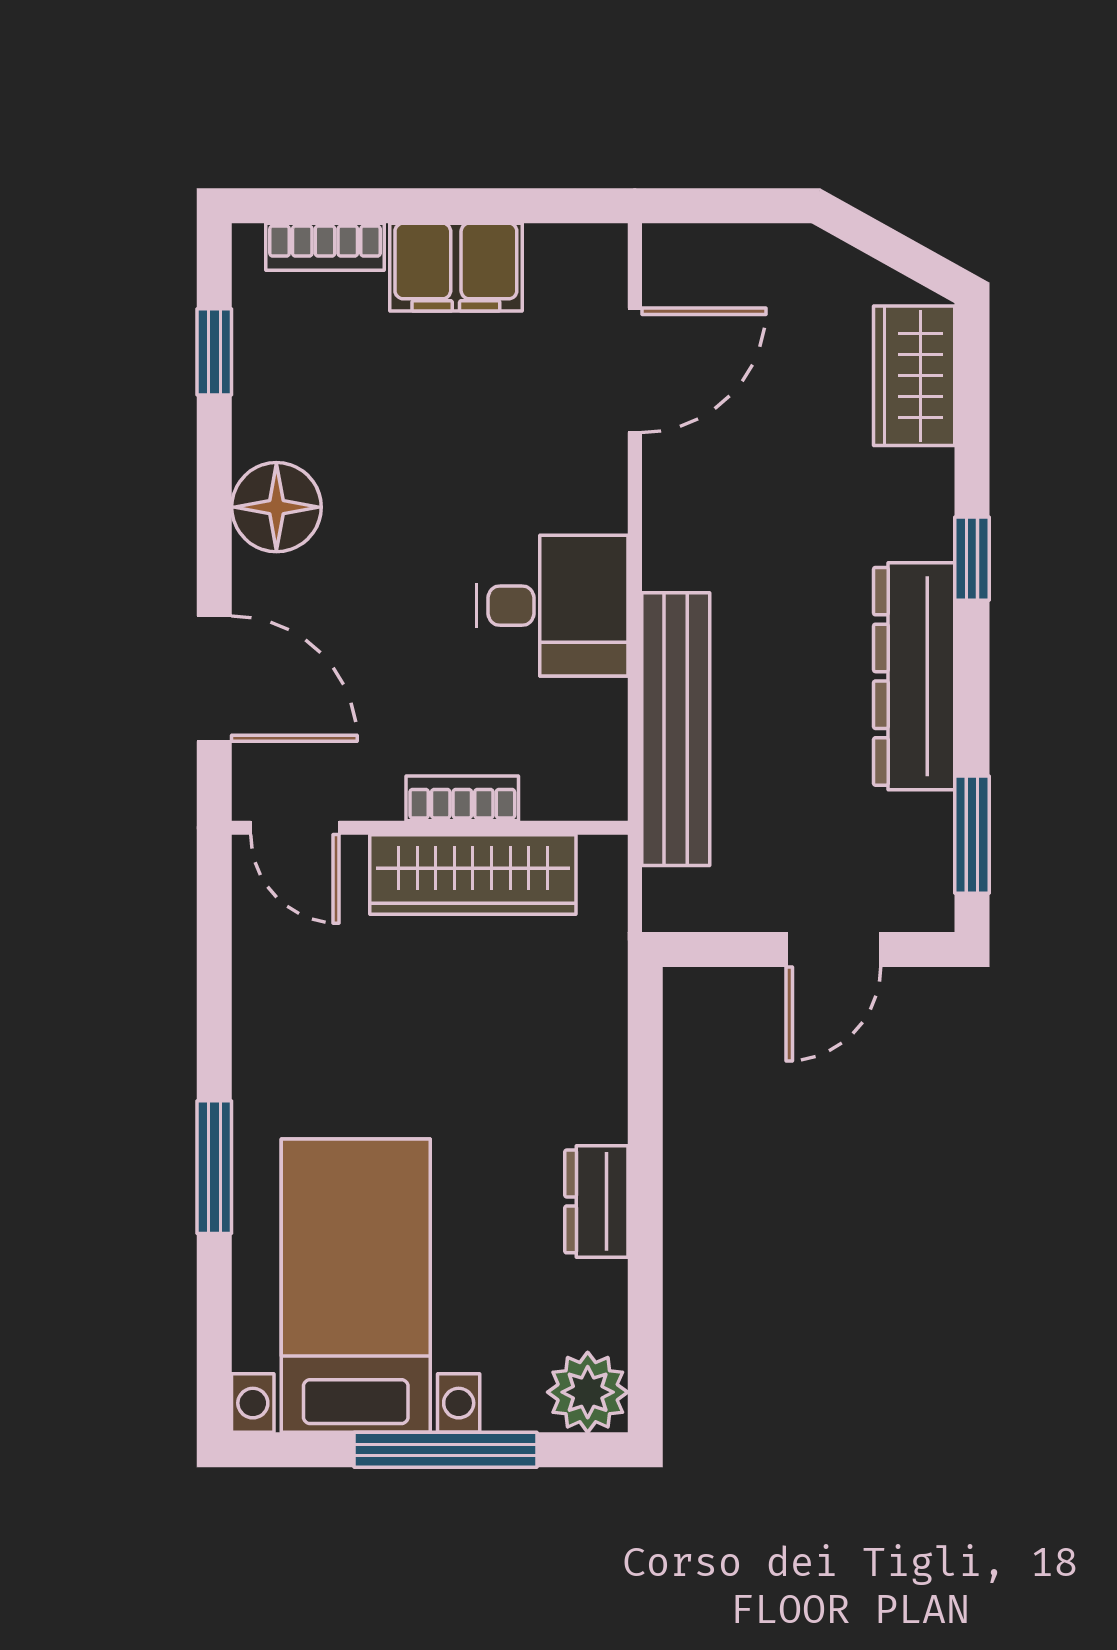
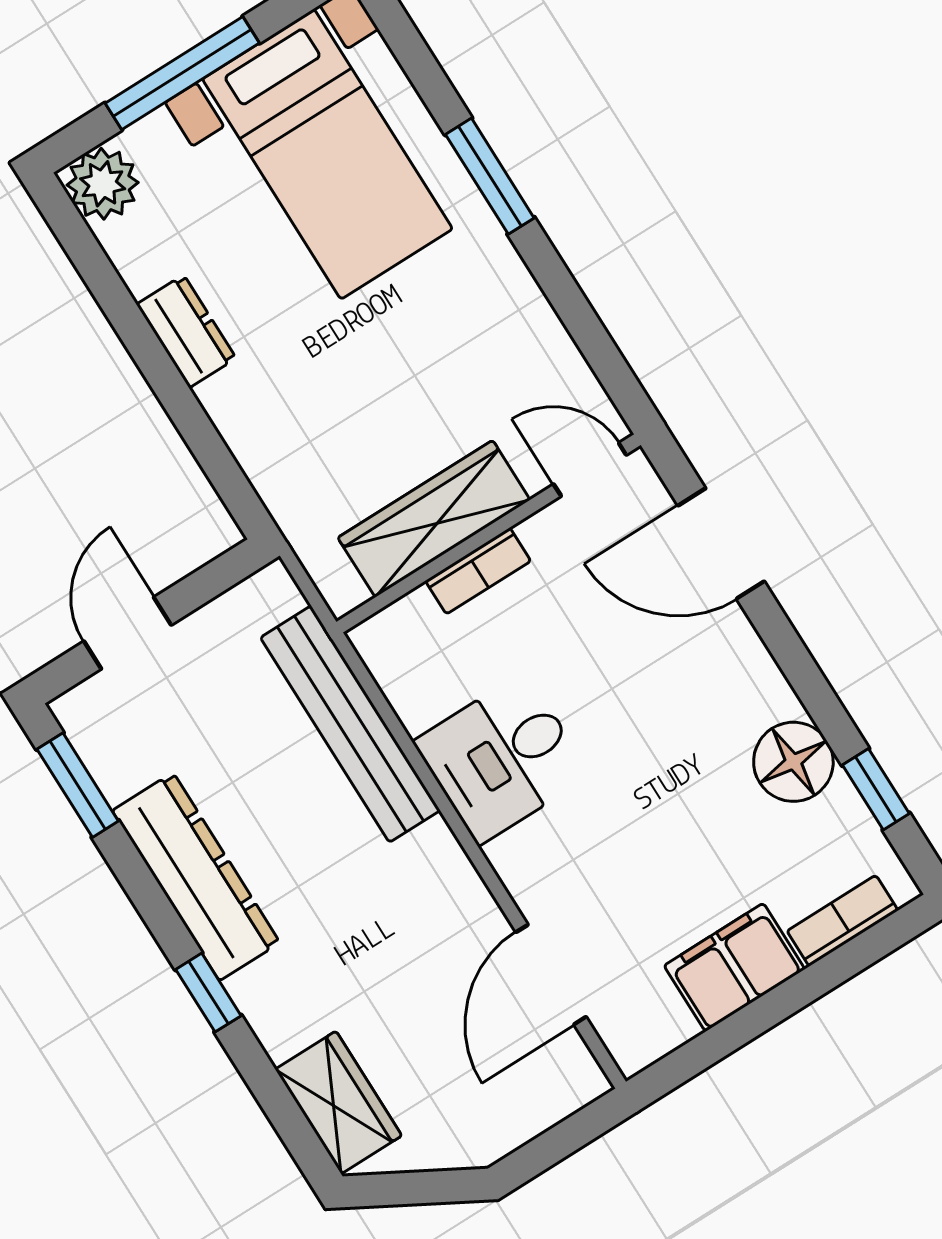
floor lamp: (276, 507) -> (793, 762), moved

